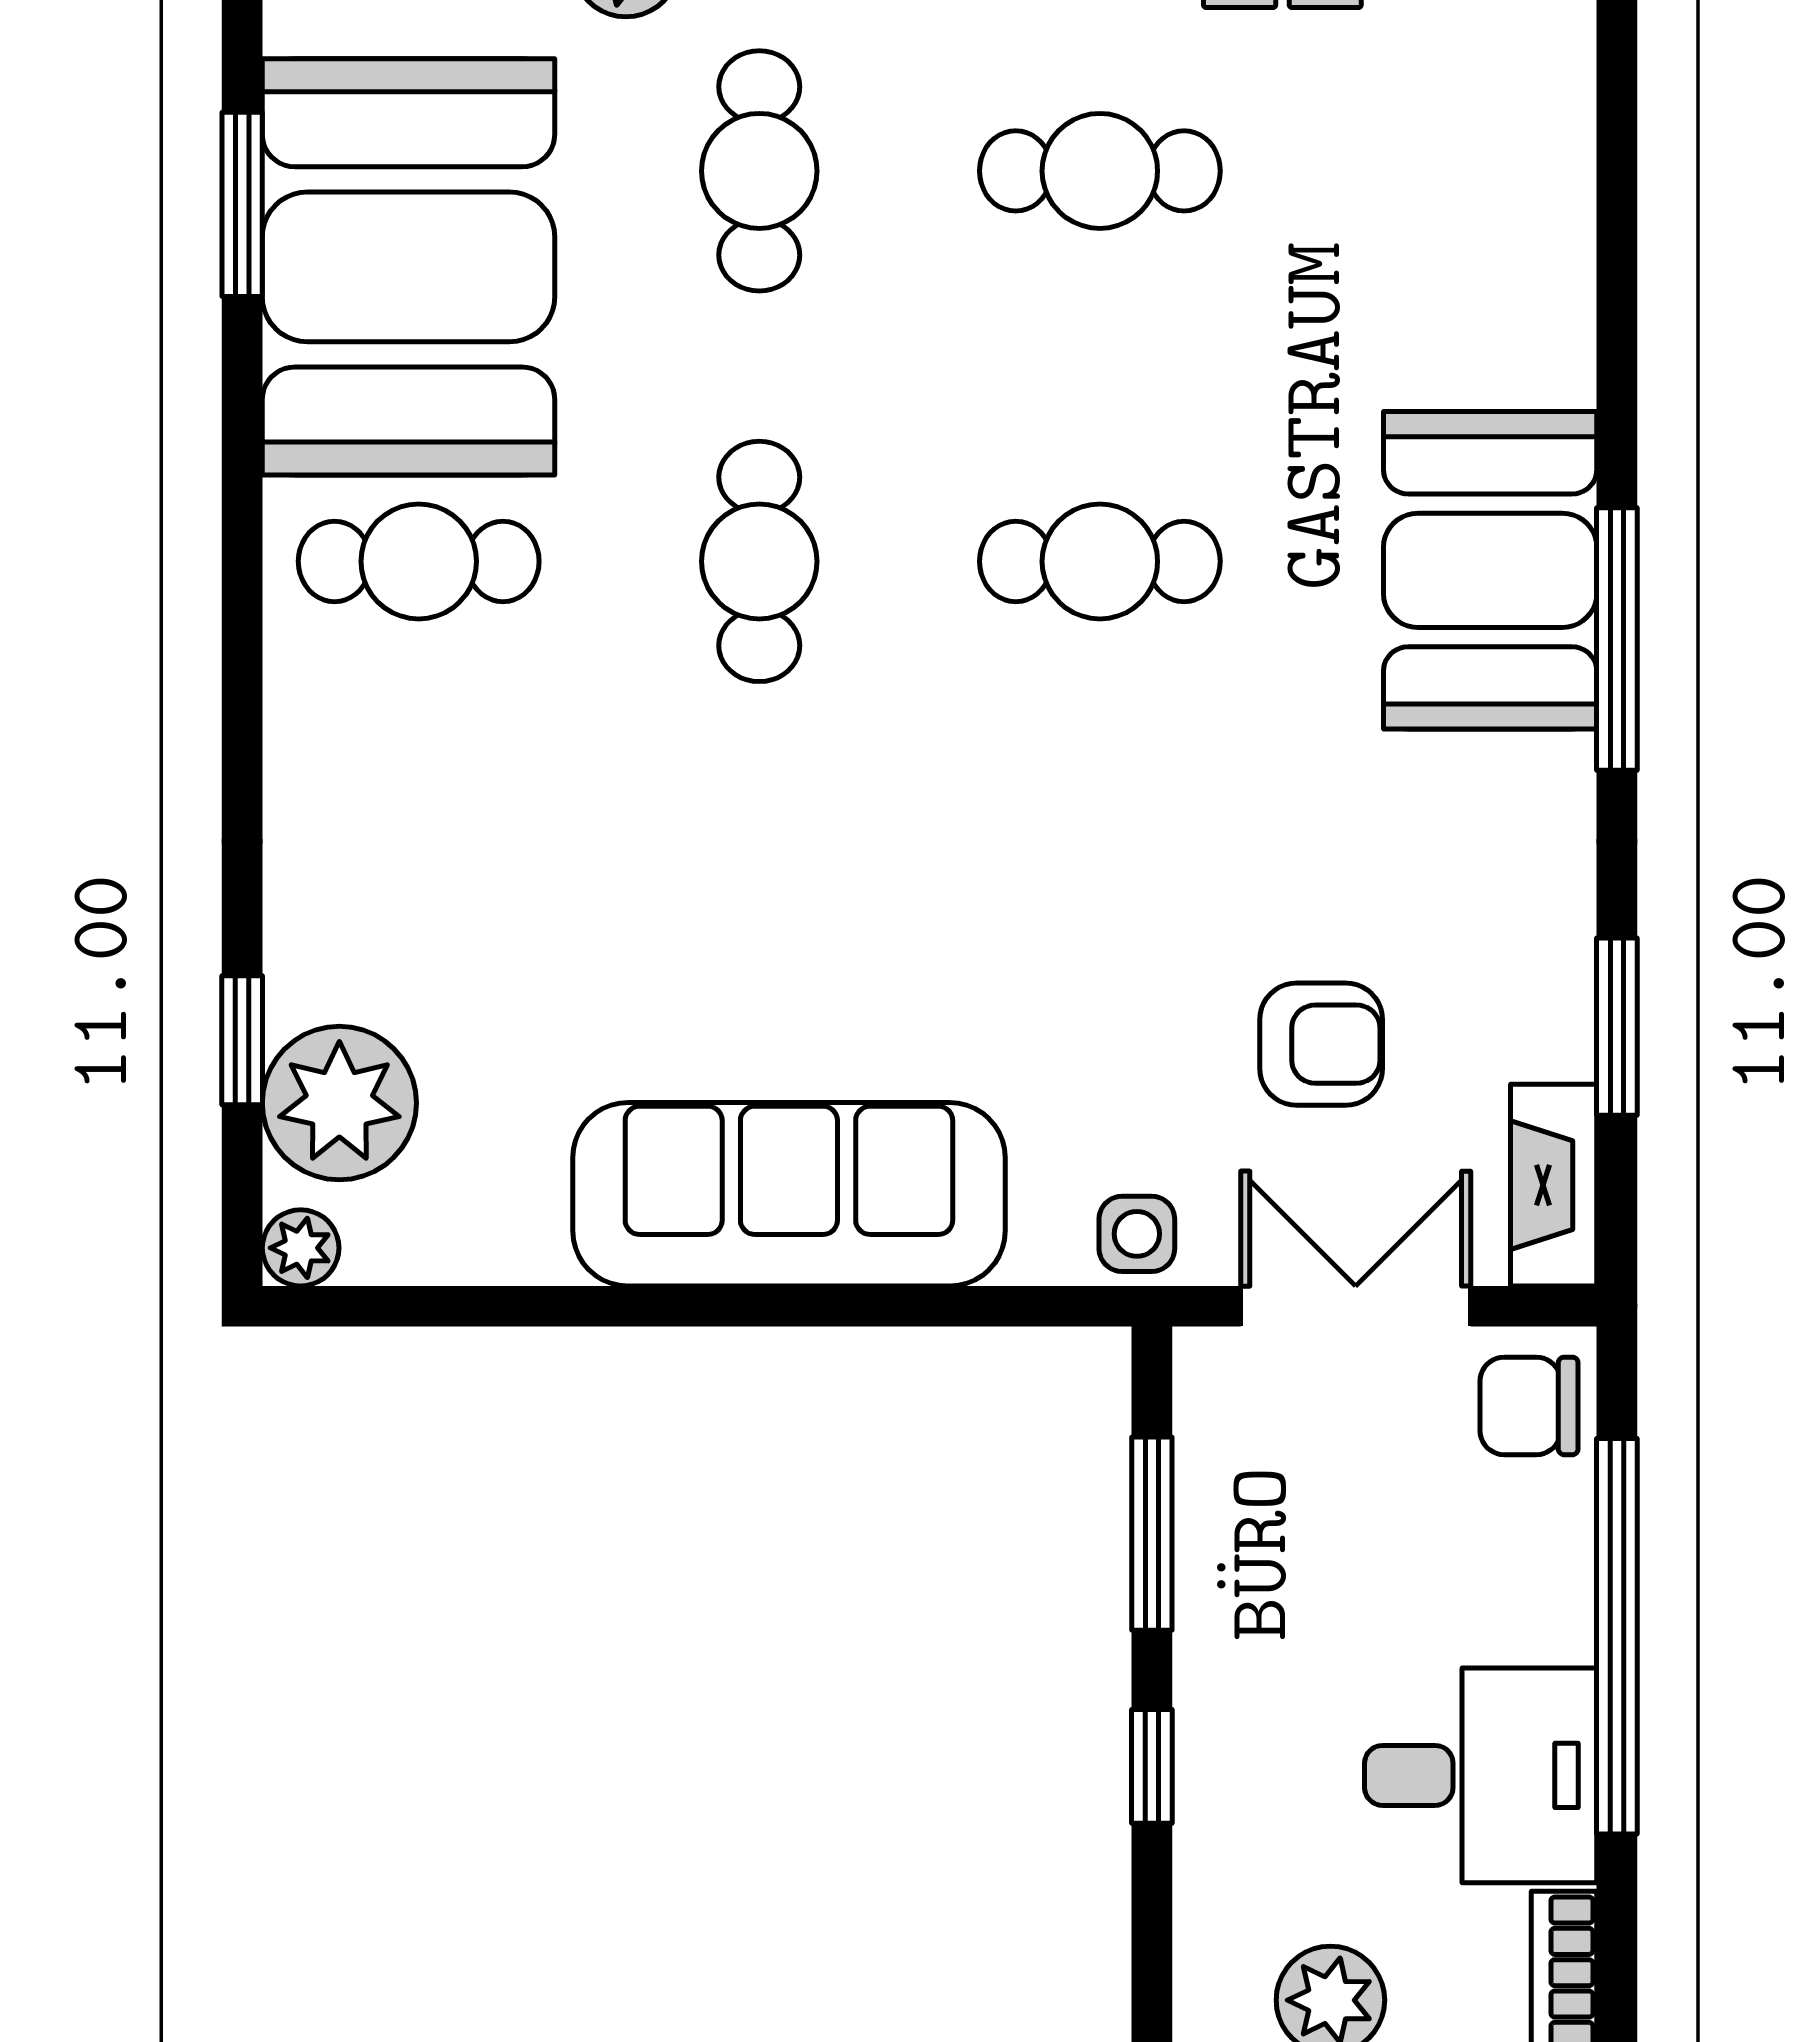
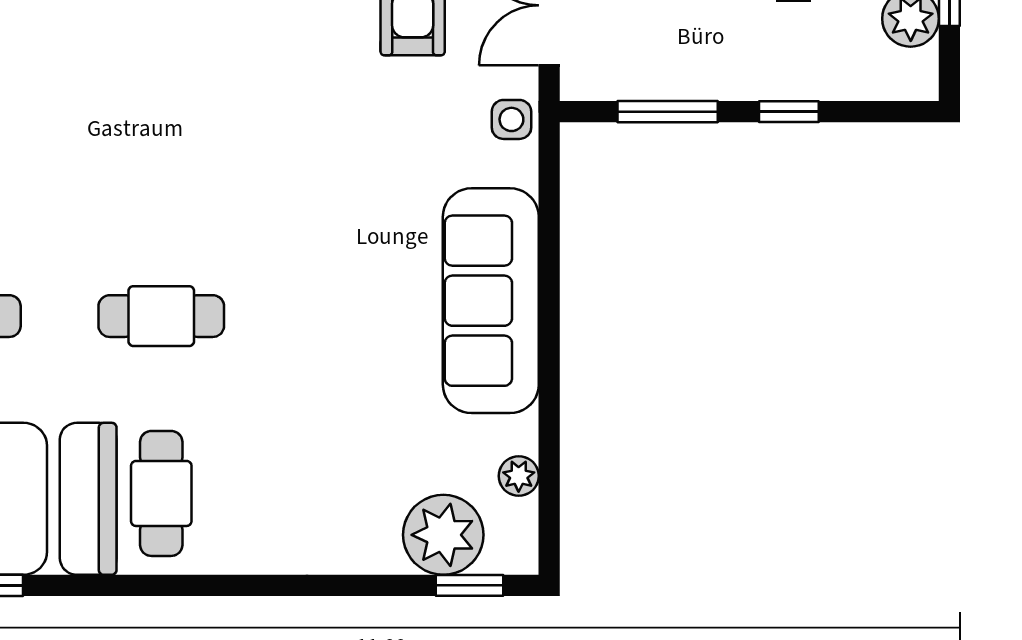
cafe table: (1100, 561) -> (161, 139), removed
window: (242, 1040) -> (469, 585), moved
plant: (301, 1248) -> (519, 476), moved

